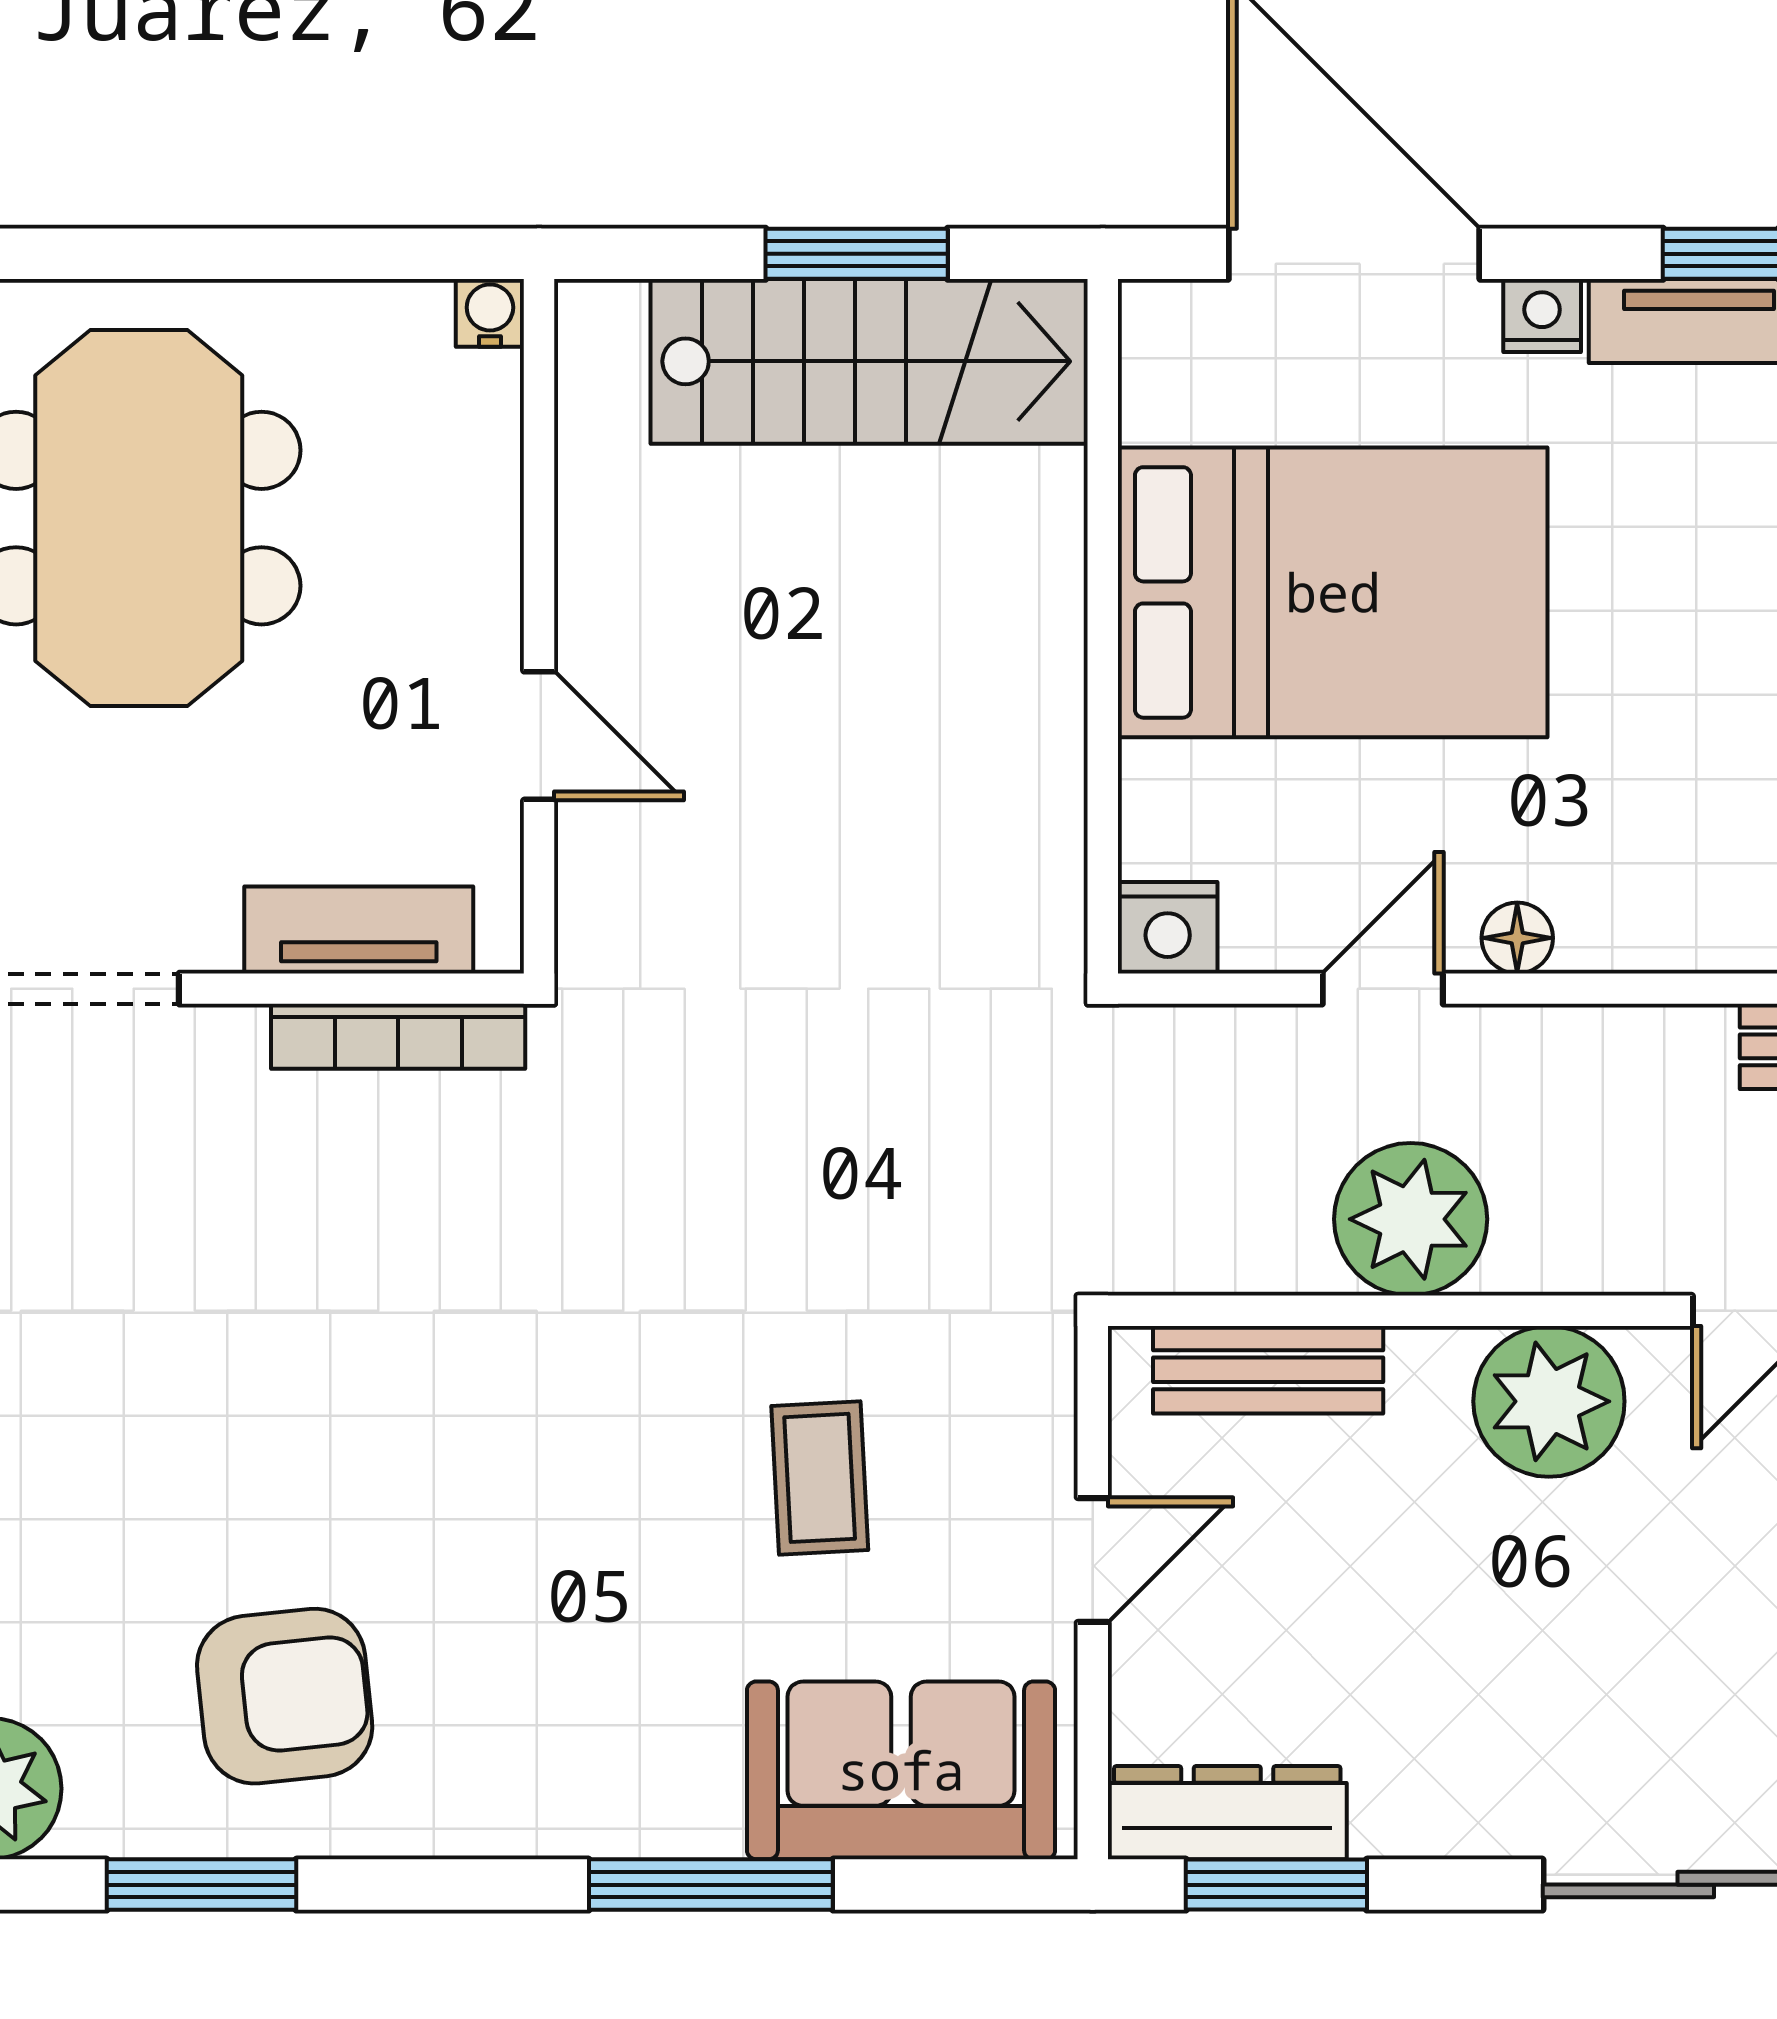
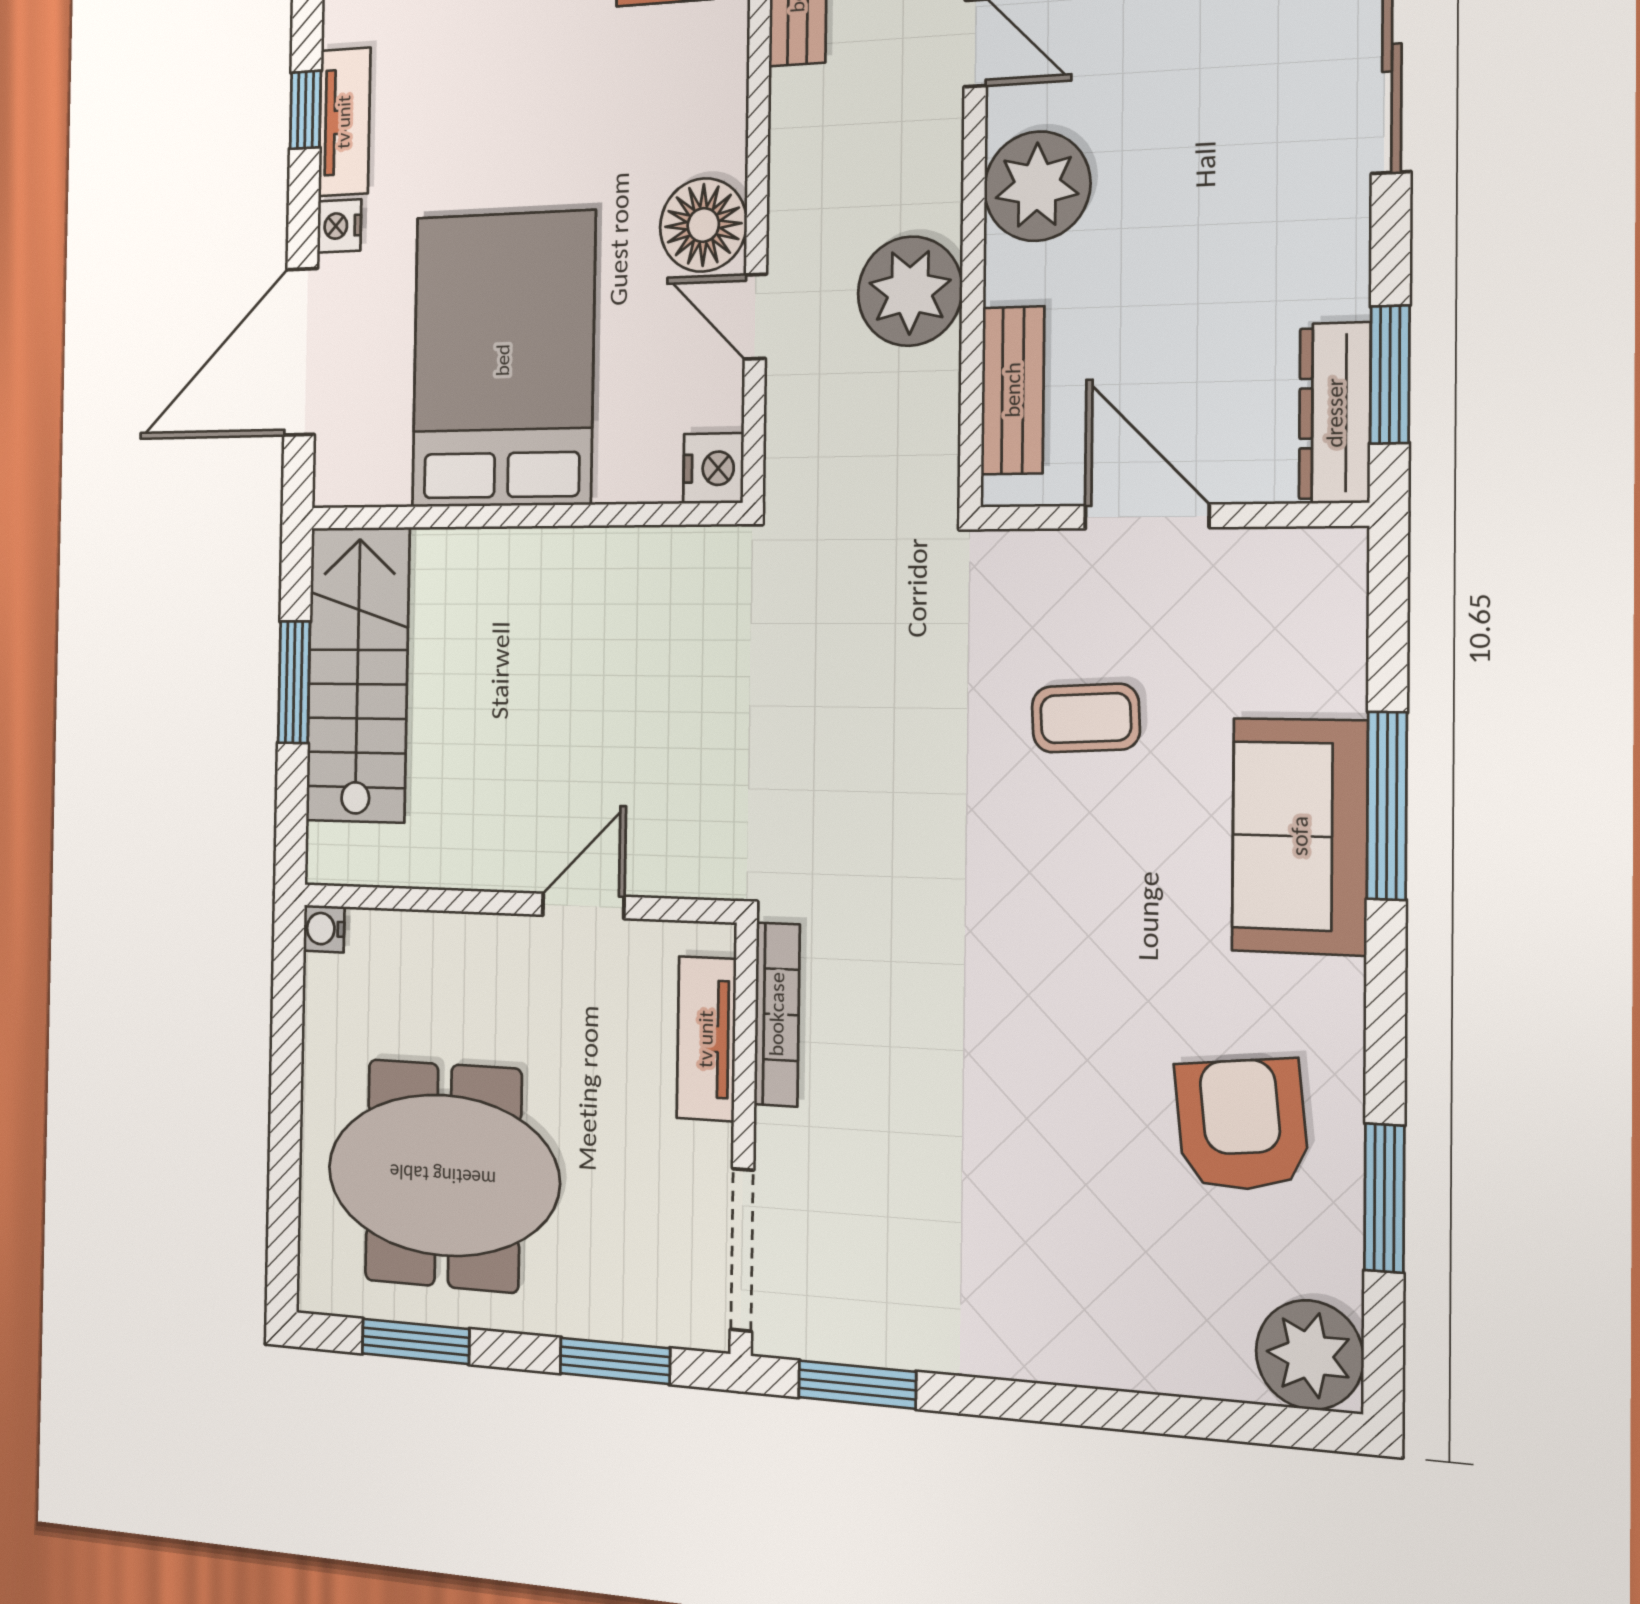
floor lamp: (1517, 938) -> (703, 225), width x1.89, depth x1.89
door: (1093, 1560) -> (1147, 516), width x1.37
sofa: (901, 1770) -> (1300, 836), moved

